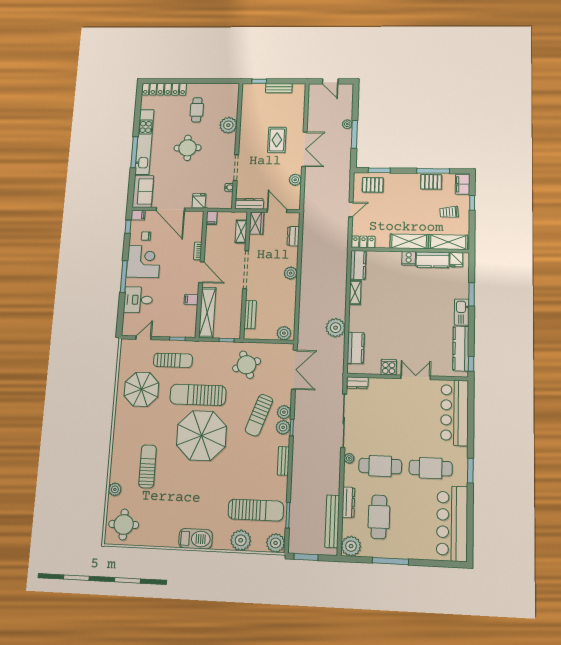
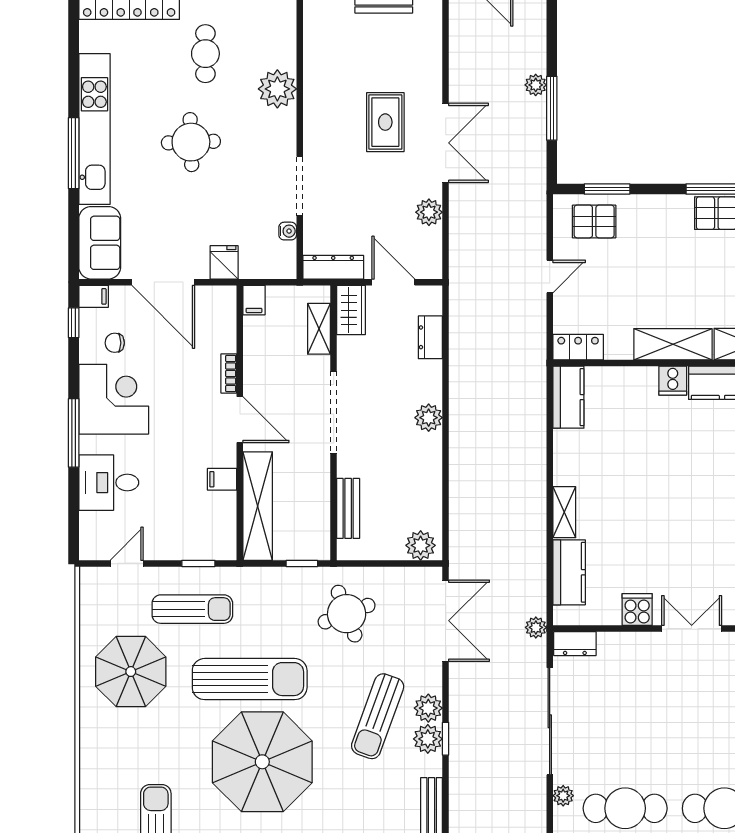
shelving: (355, 292) -> (564, 512), moved
plant: (336, 328) -> (536, 627), moved, width x0.53, depth x0.53
sun lounger: (198, 395) -> (250, 679), turned 180

